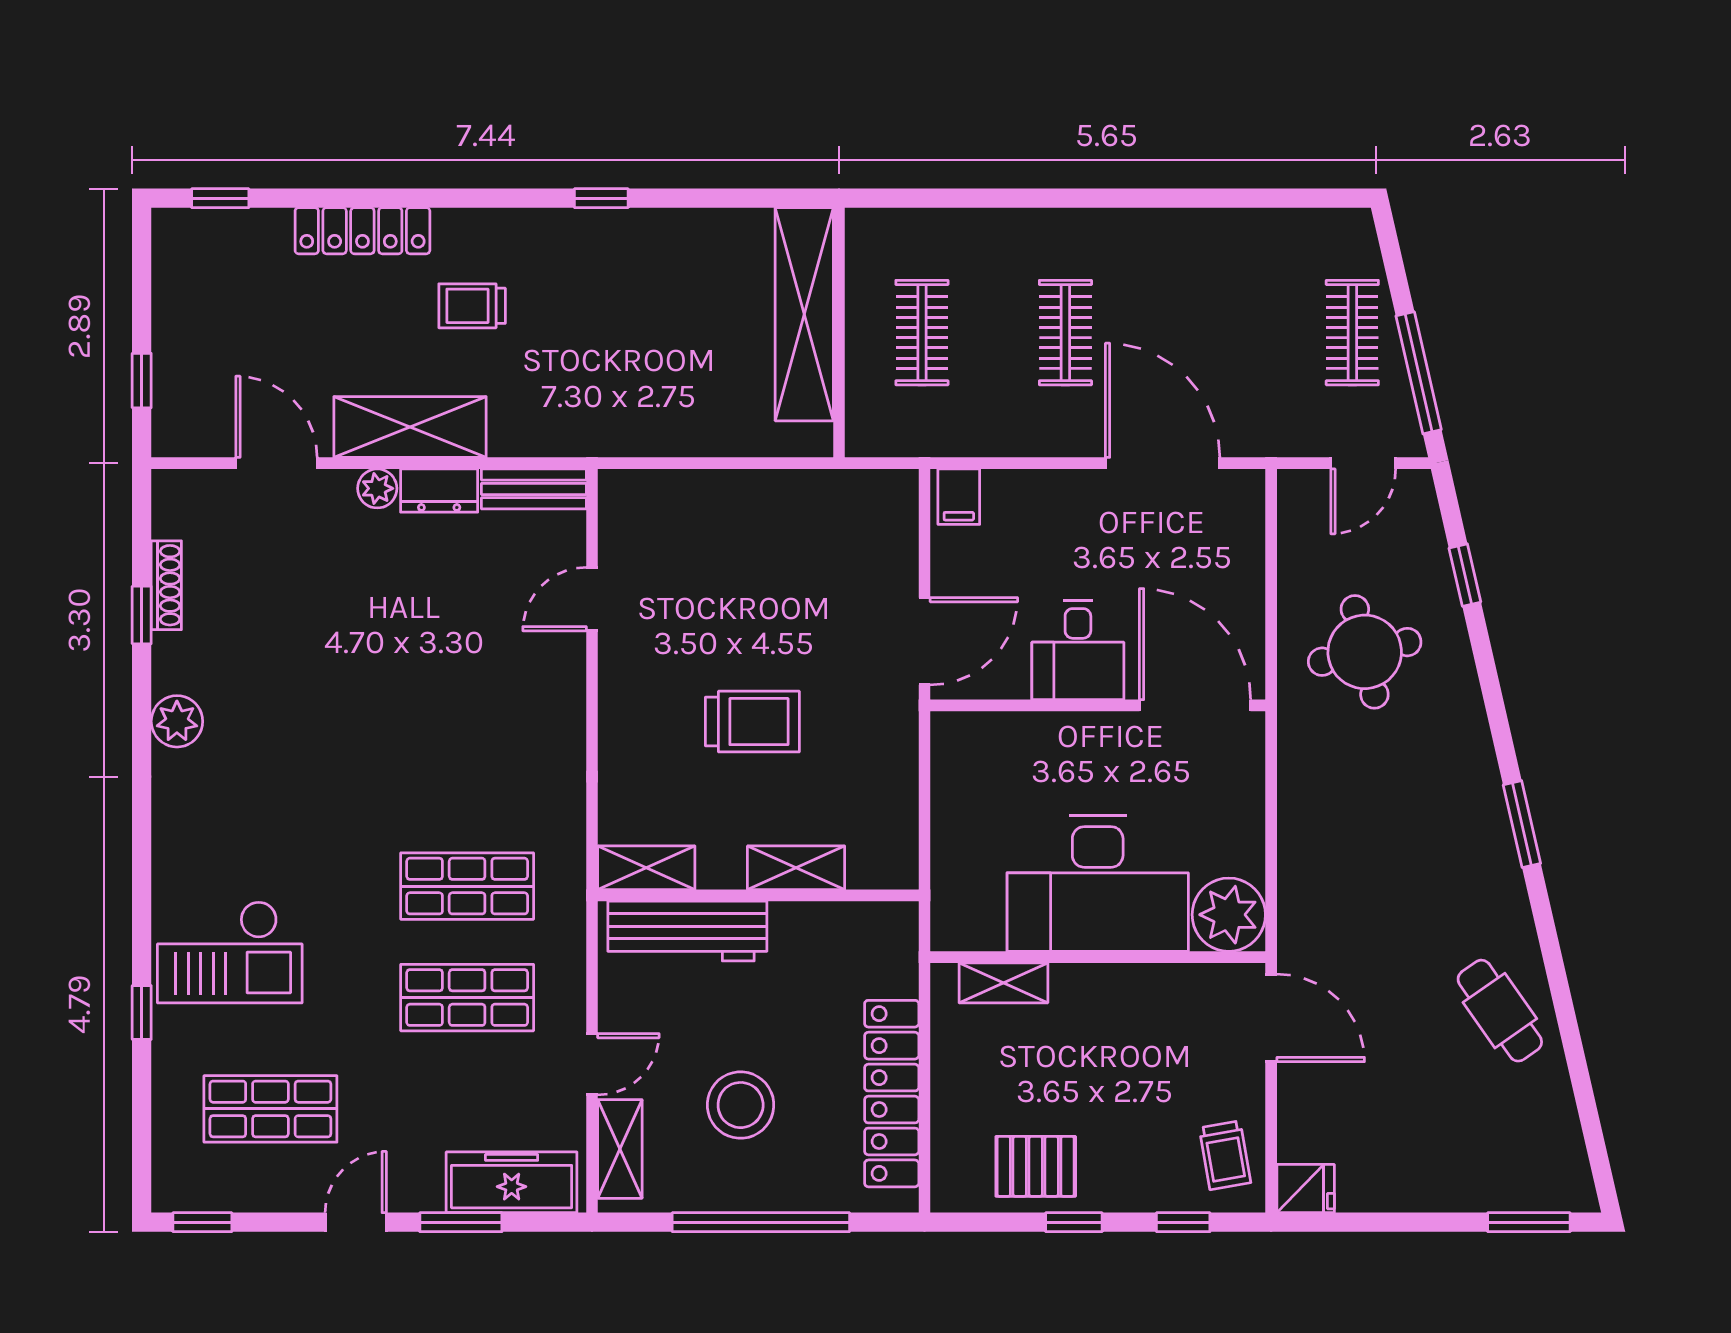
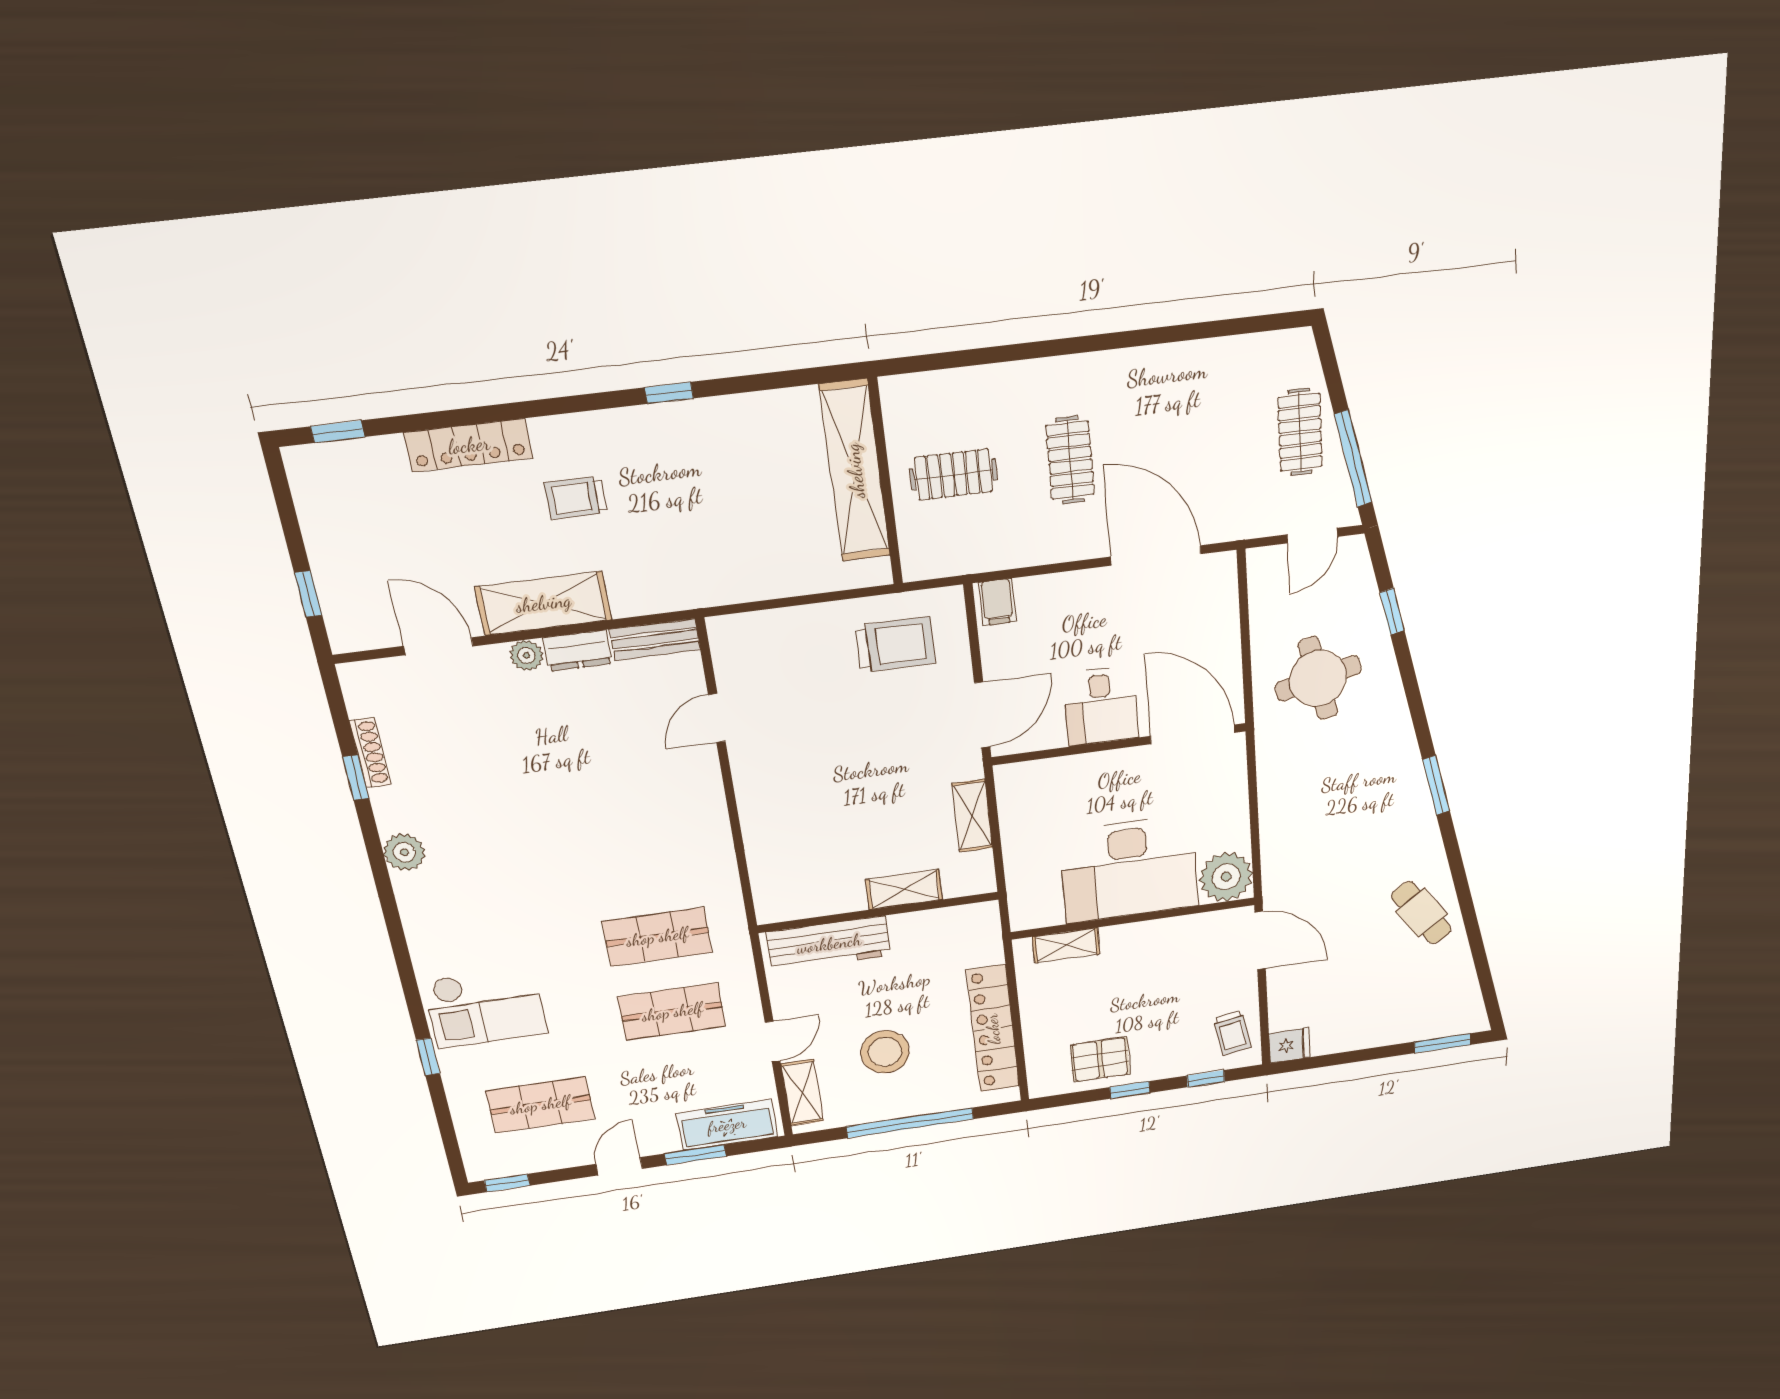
clothes rail: (922, 333) -> (954, 474), turned 90
trolley: (752, 722) -> (895, 645), moved
shelving: (646, 868) -> (972, 816), moved, turned 90

